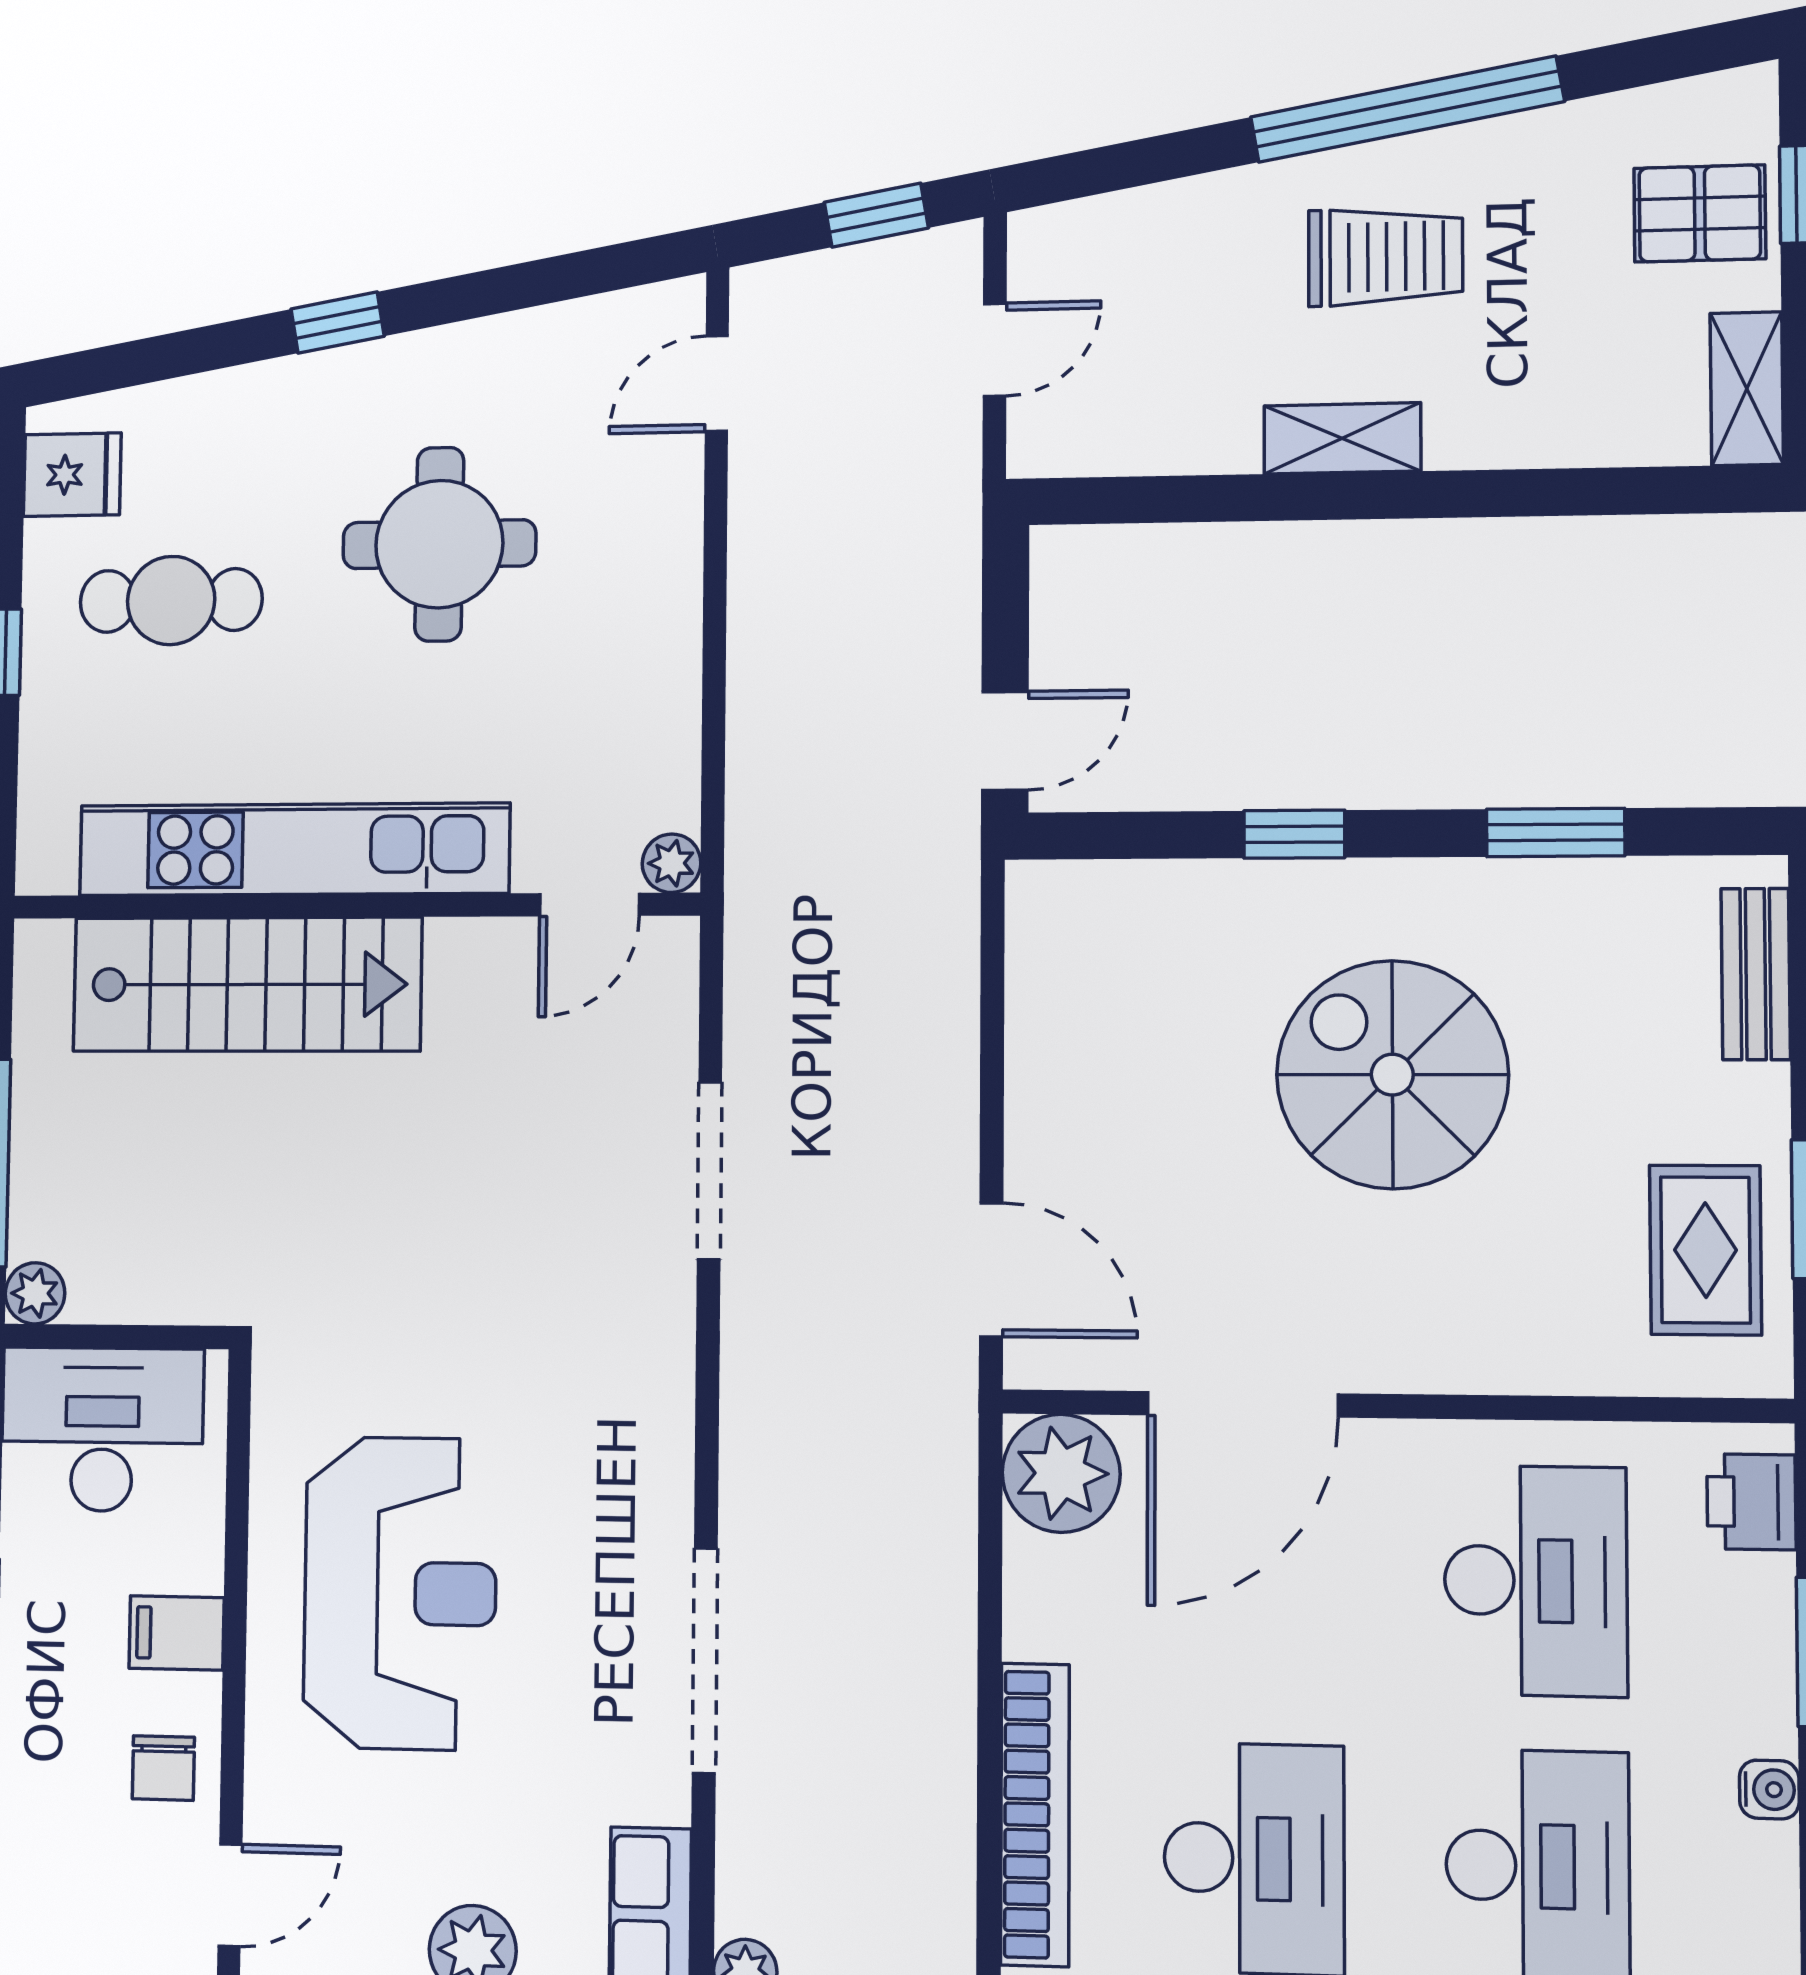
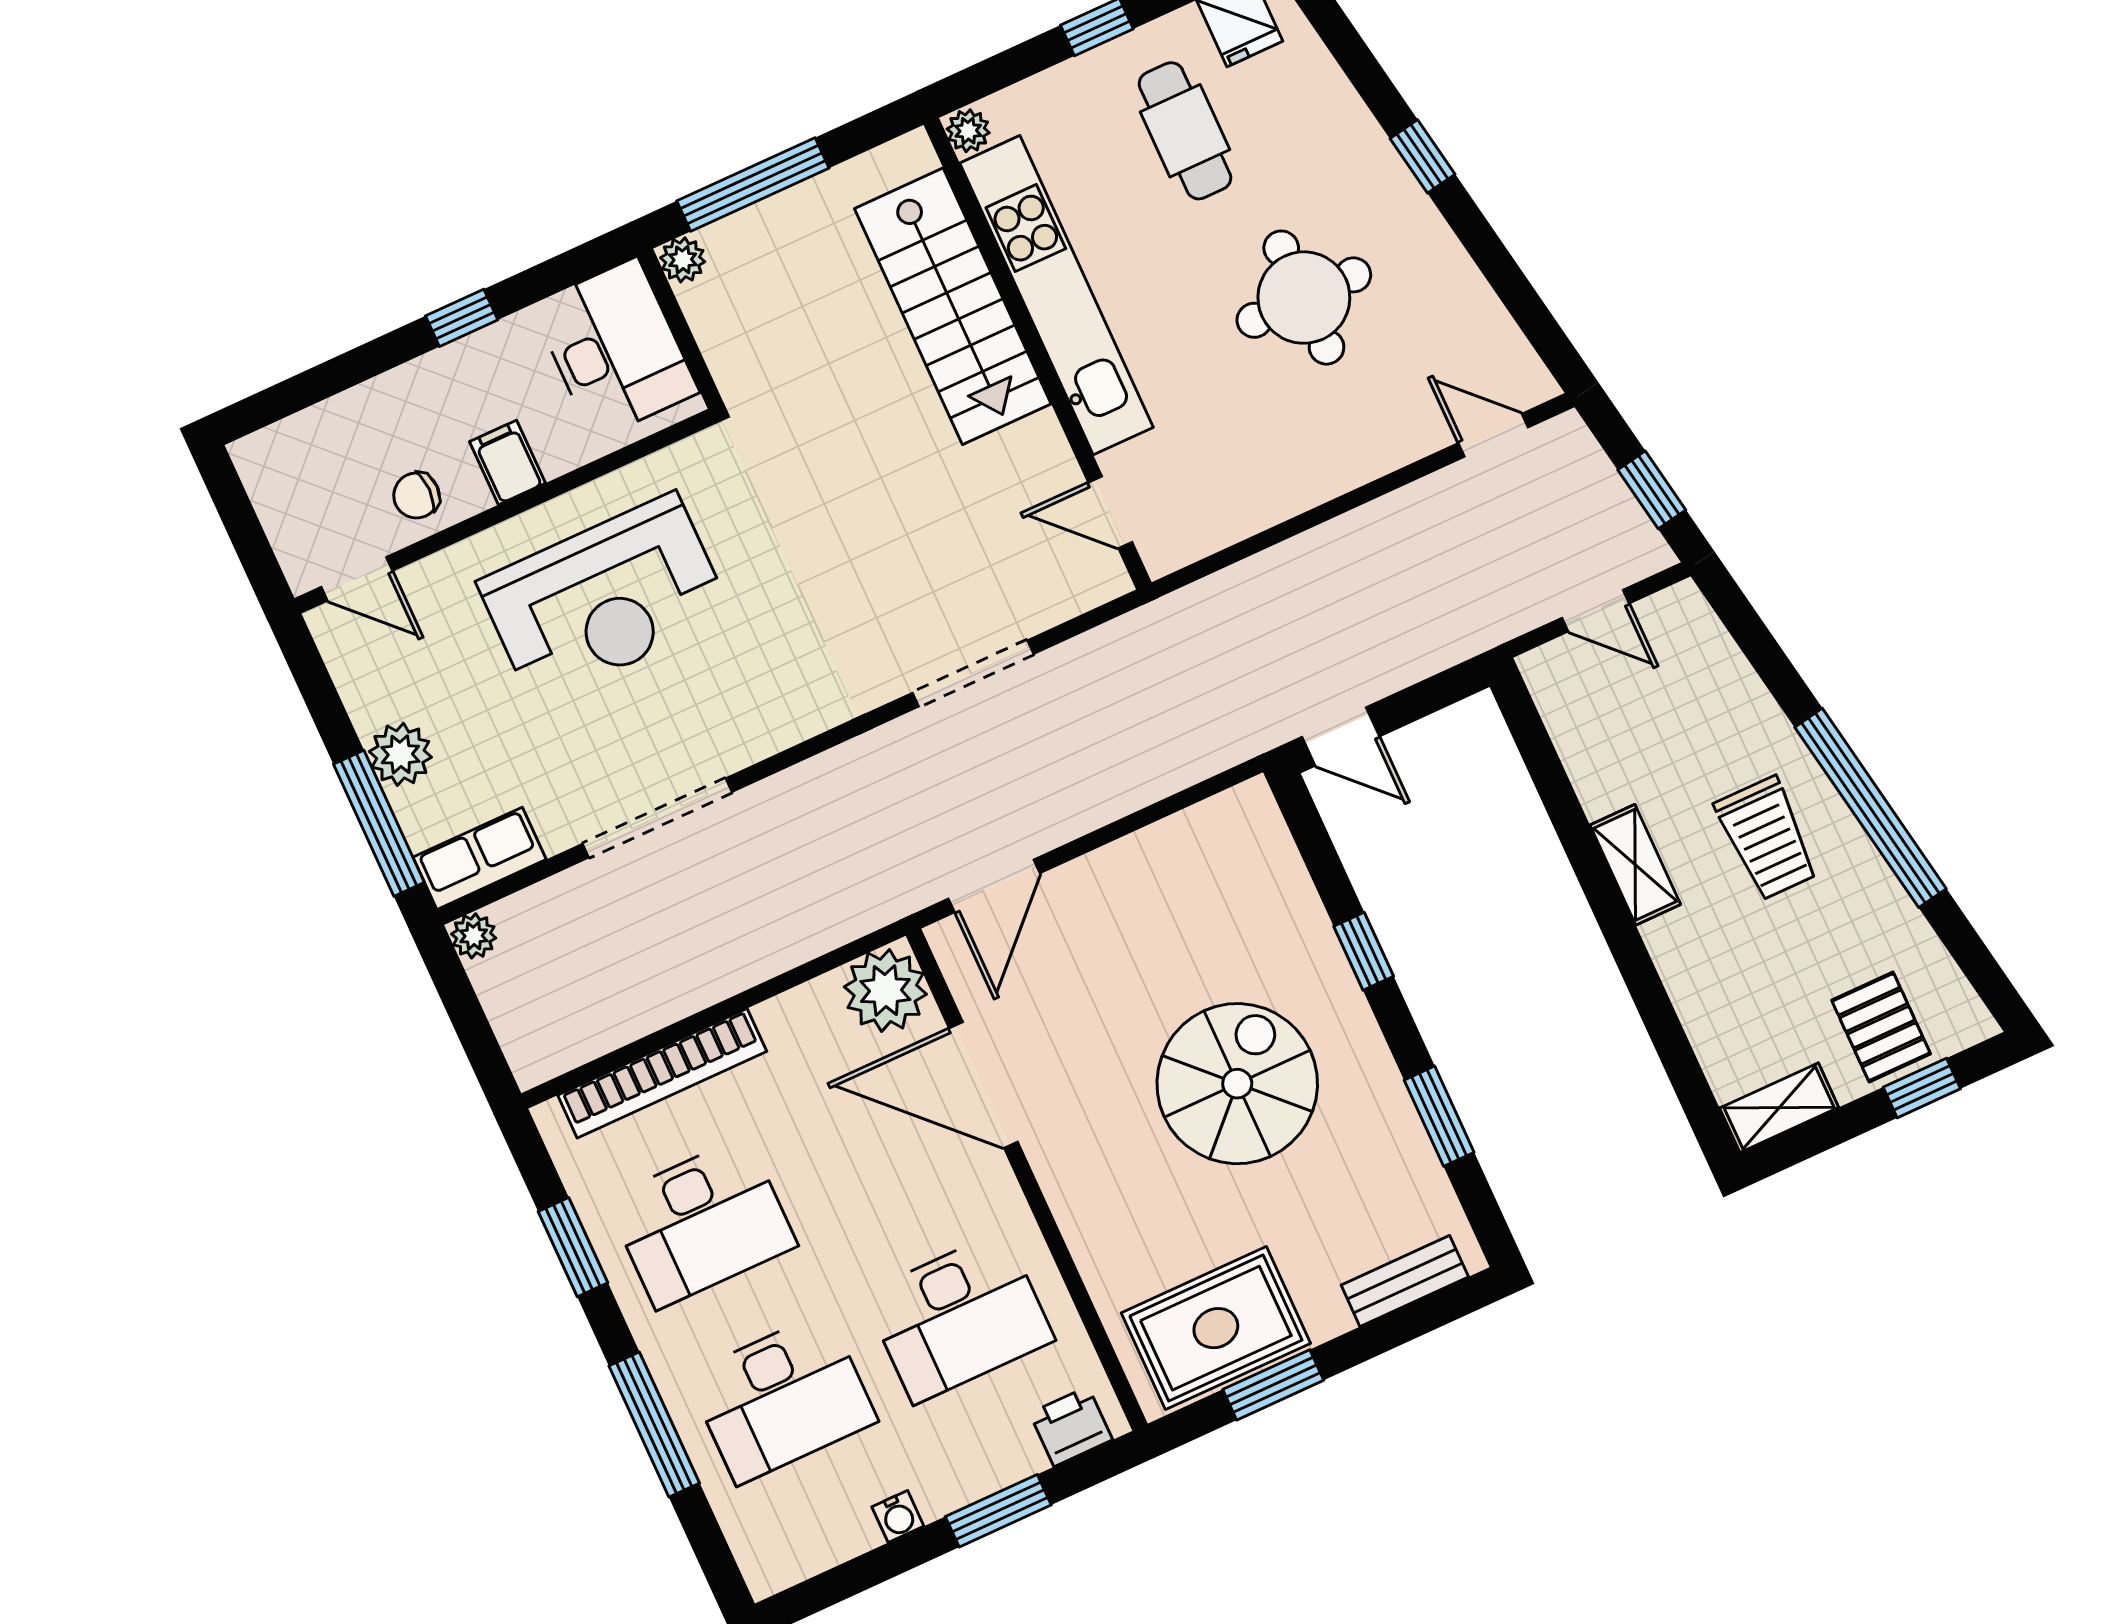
plant: (672, 863) -> (968, 131), moved
rug: (1706, 1250) -> (1216, 1328), width x1.36, depth x1.43

